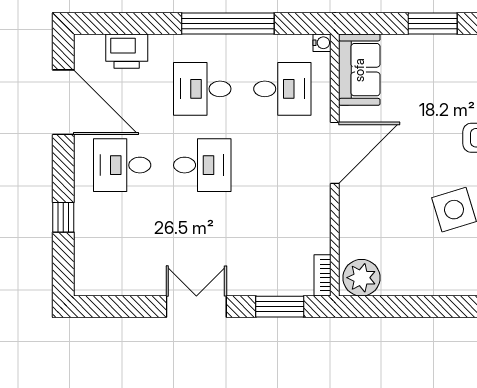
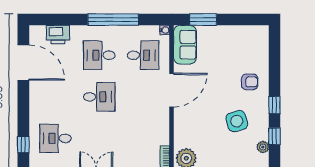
window: (433, 23) -> (203, 19), moved
desk: (122, 165) -> (55, 138), moved
window: (63, 217) -> (23, 144), moved

